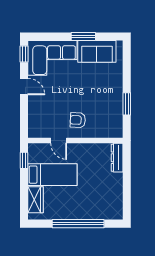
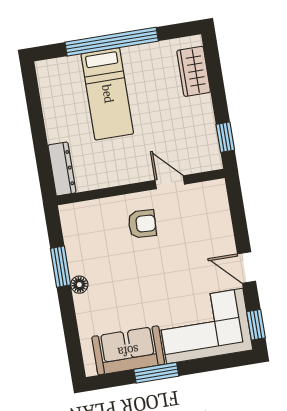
floor lamp: (118, 92) -> (79, 285), added
bed: (52, 175) -> (107, 94), moved, turned -90

